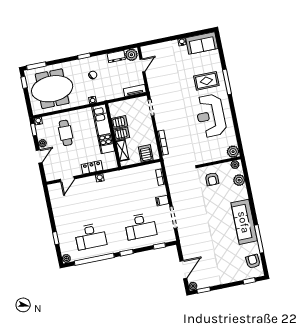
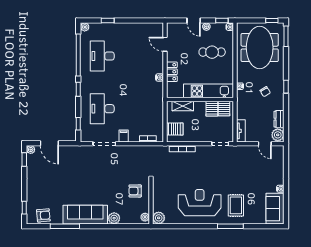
server rack: (122, 134) -> (224, 109), moved
plant: (239, 180) -> (114, 218), moved

